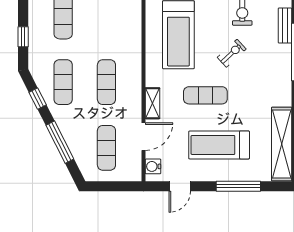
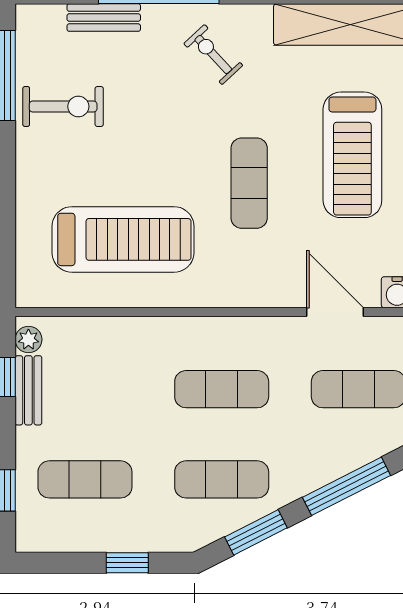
exercise bike: (232, 53) -> (213, 55), moved
window: (38, 99) -> (256, 532), width x1.50
shelving: (153, 103) -> (266, 293), removed

